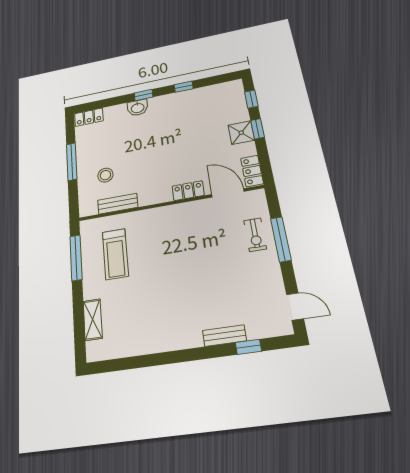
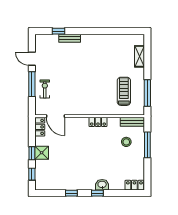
window: (72, 162) -> (147, 145), moved
locker: (188, 191) -> (98, 122), moved
bench: (118, 204) -> (132, 122), moved
door: (295, 307) -> (32, 59), moved

